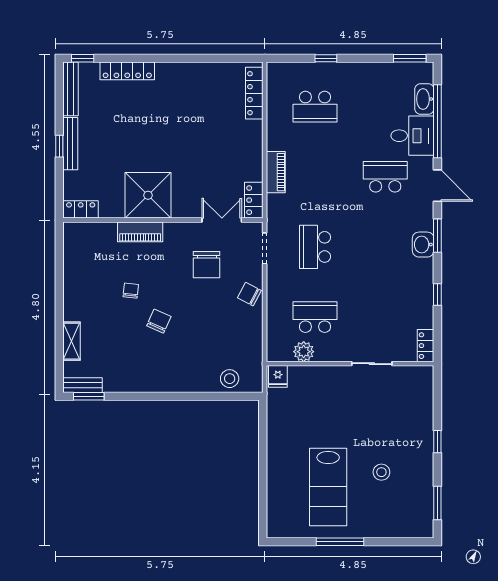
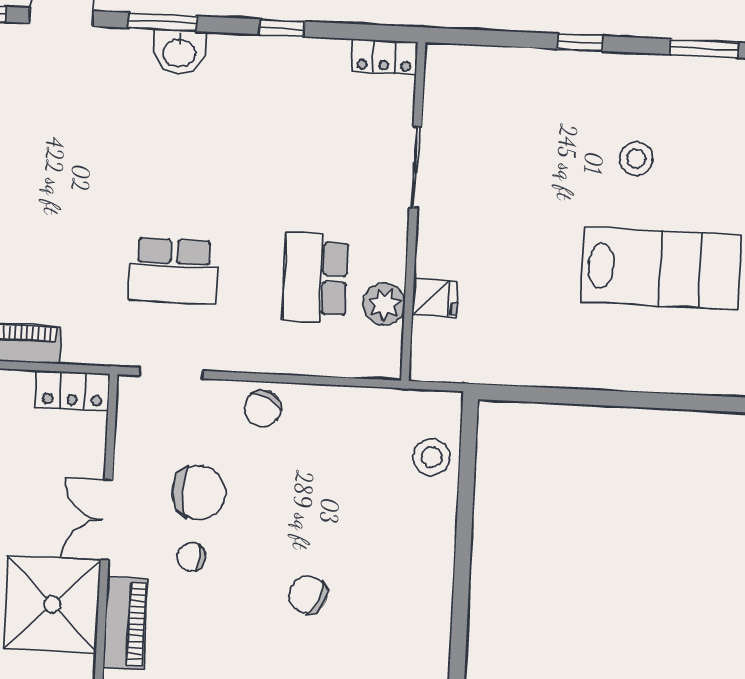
school desk: (385, 177) -> (38, 122), removed
double door: (222, 220) -> (106, 520), moved
chair: (131, 291) -> (191, 557), moved
fridge: (278, 376) -> (435, 298), moved

